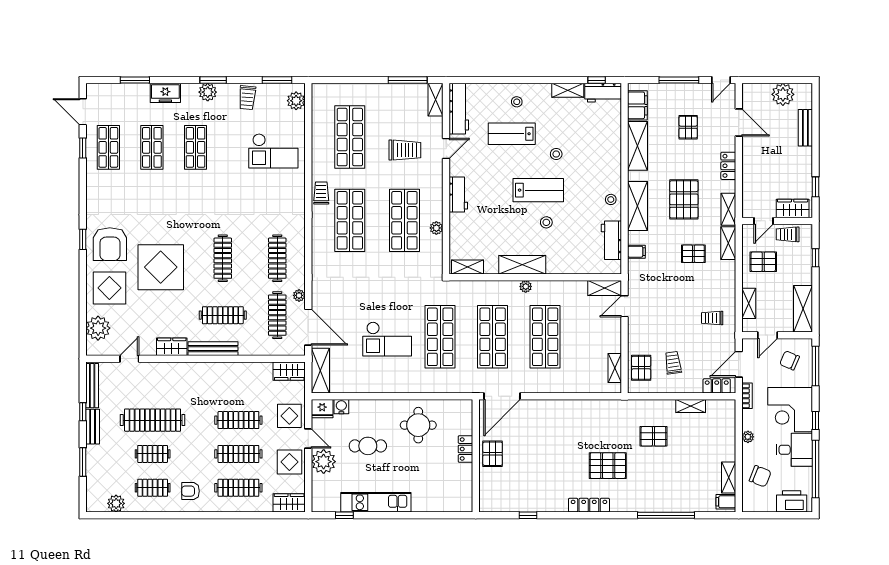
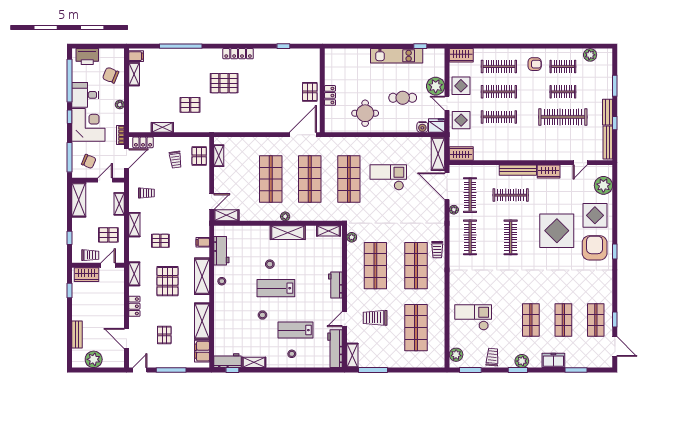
lab bench: (512, 134) -> (296, 330), turned 180
trolley: (321, 193) -> (437, 250), moved
plant: (436, 228) -> (352, 237), moved
shelving: (728, 243) -> (134, 225), moved

